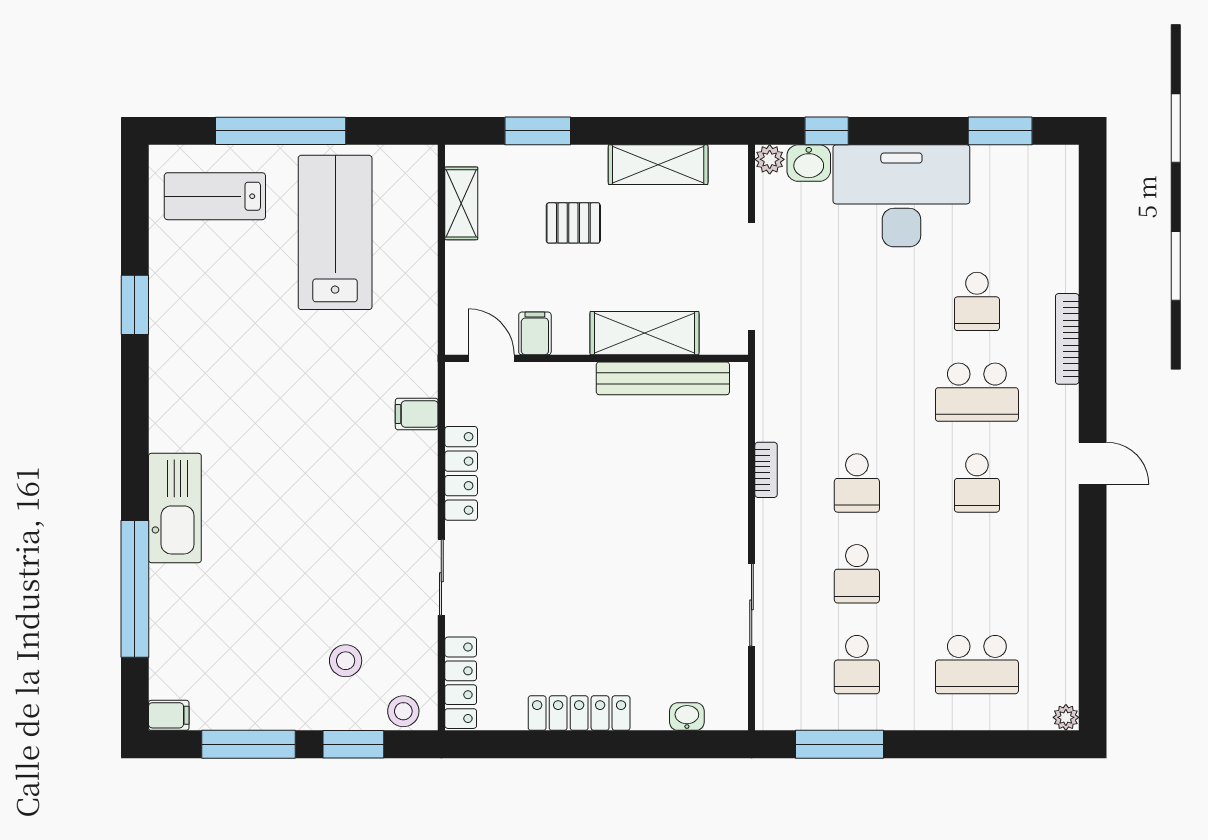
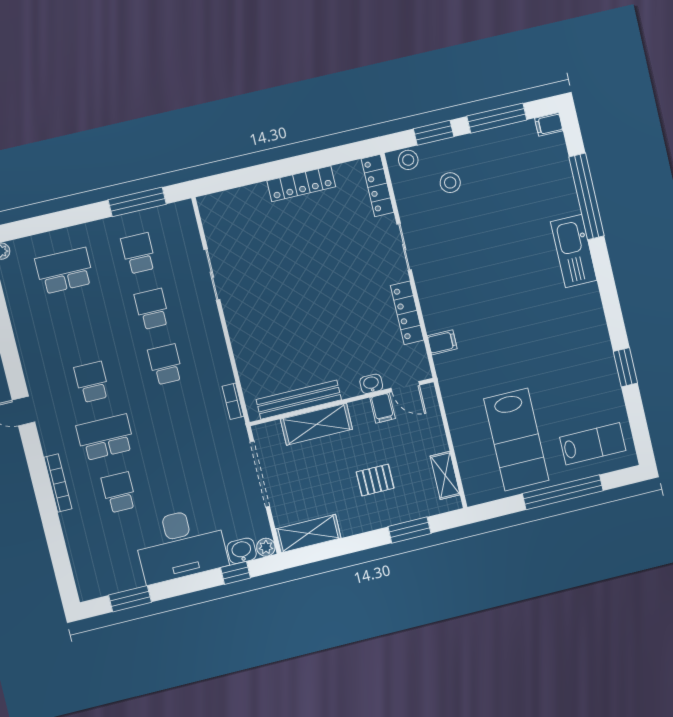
shelving: (658, 165) -> (308, 534), moved
bookcase: (766, 470) -> (233, 401), moved
washbasin: (687, 717) -> (371, 384), moved, turned 180

